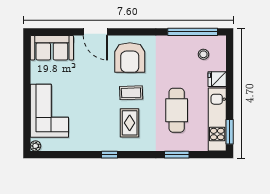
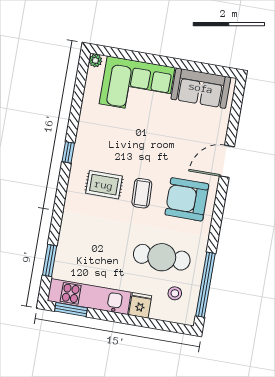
sofa: (52, 48) -> (201, 88), moved, turned -90
cafe table: (177, 110) -> (162, 257), moved
window: (177, 155) -> (50, 260), moved

